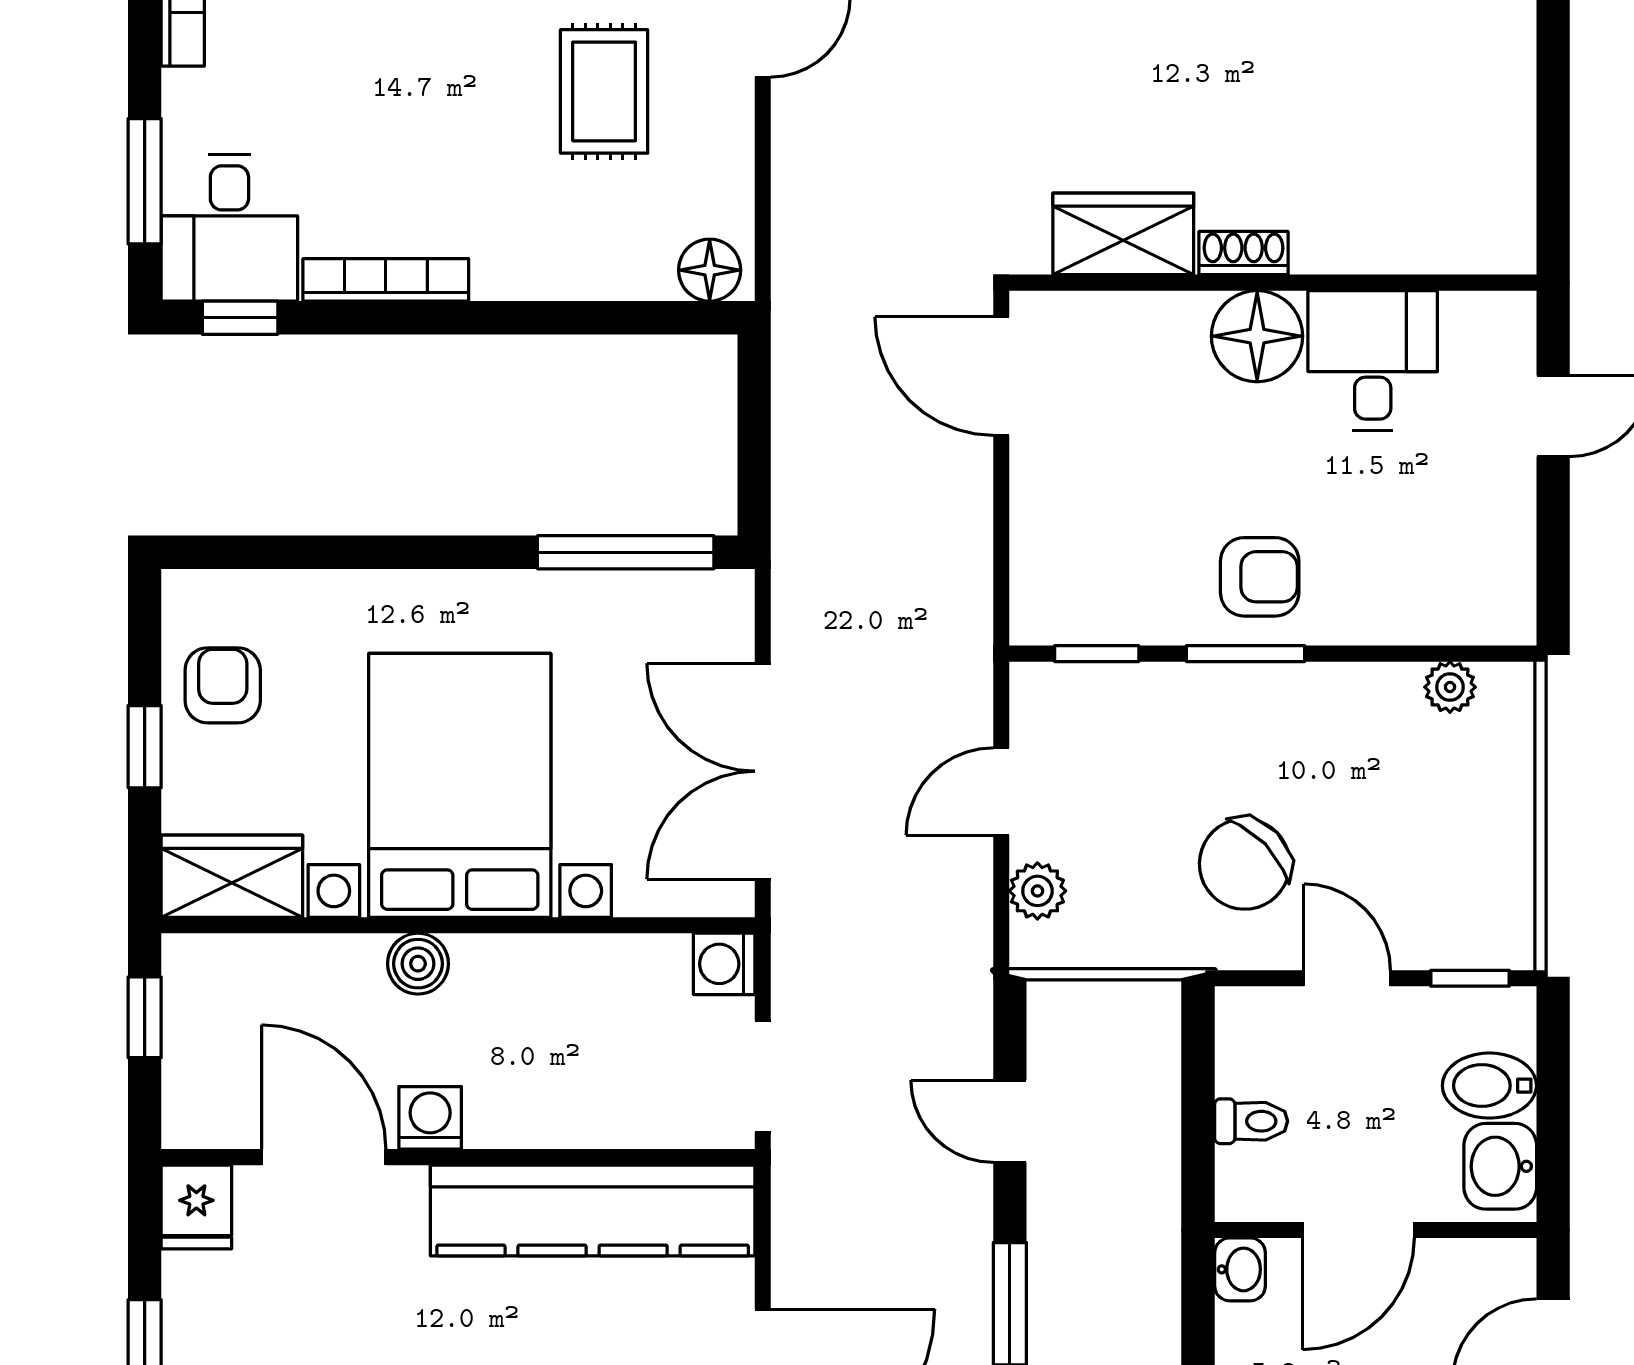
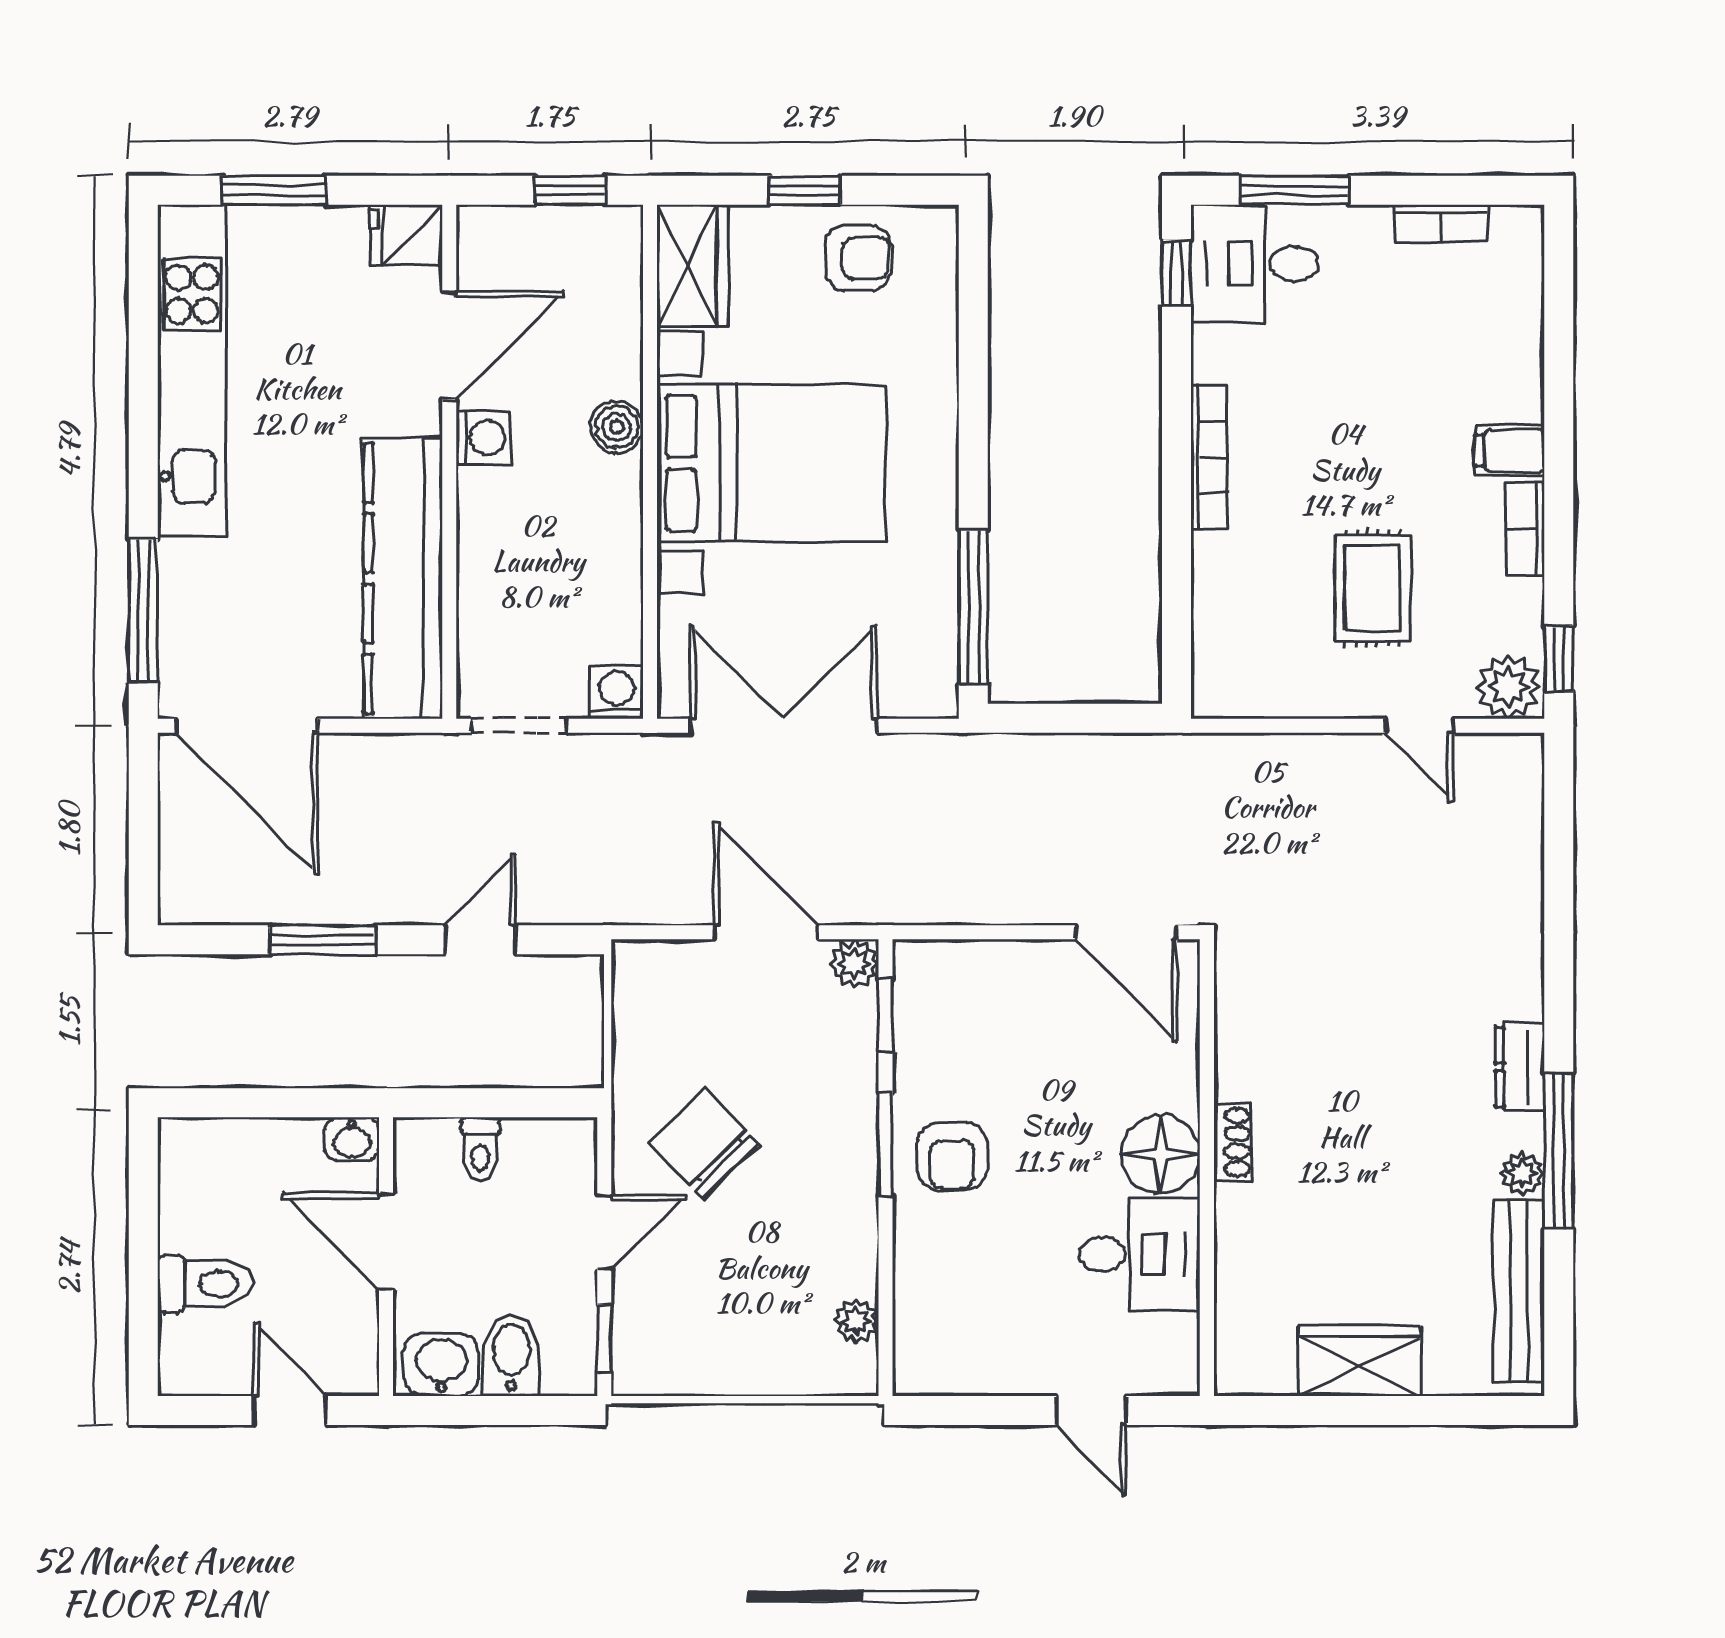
rug: (604, 91) -> (1373, 588), turned 90
wardrobe: (1123, 234) -> (1360, 1361), moved, turned -90
floor lamp: (710, 270) -> (1218, 680), removed
bookcase: (386, 280) -> (1209, 457), moved
door: (1001, 376) -> (1126, 932), swing flipped
door: (1001, 791) -> (766, 932), width x1.38
plant: (1037, 891) -> (854, 964), moved

